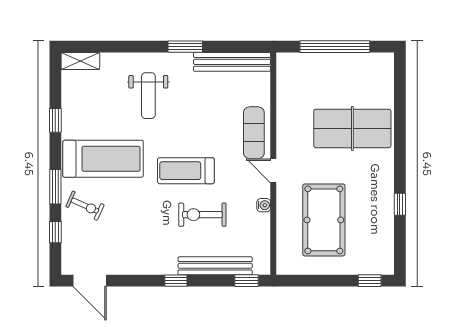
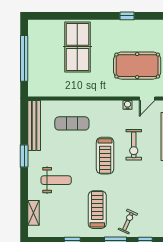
shelving: (80, 61) -> (33, 213), moved
exercise mat: (254, 133) -> (72, 123), moved
treadmill: (103, 159) -> (97, 210), width x0.73, depth x0.73
door: (273, 171) -> (147, 99), moved

